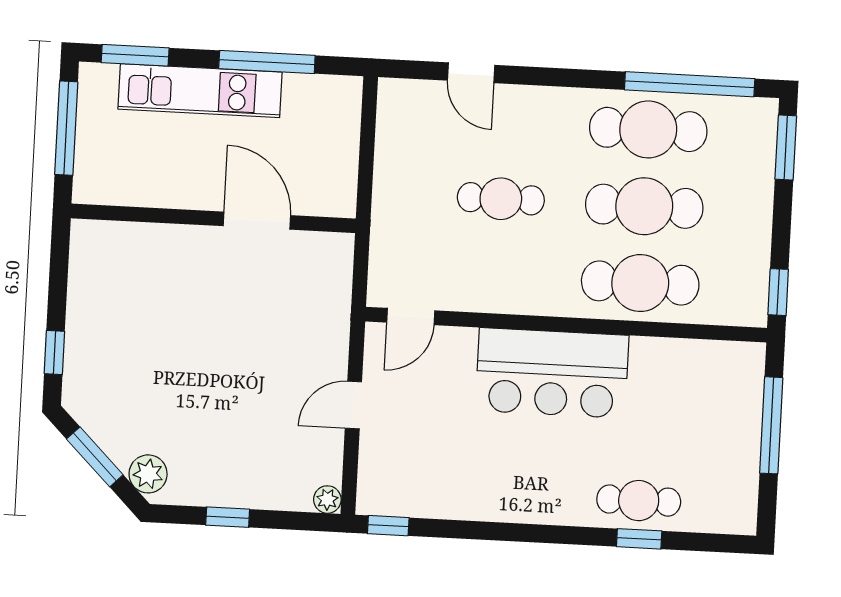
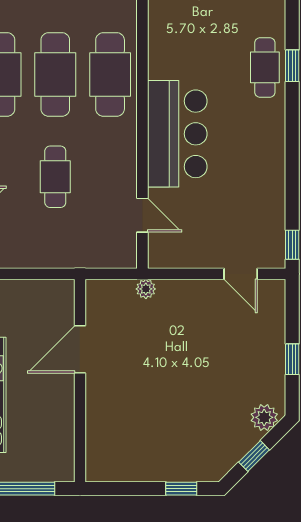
door: (411, 317) -> (142, 215), moved
door: (353, 405) -> (241, 274), moved
window: (95, 457) -> (254, 456), width x0.67
plant: (327, 500) -> (146, 289), moved

